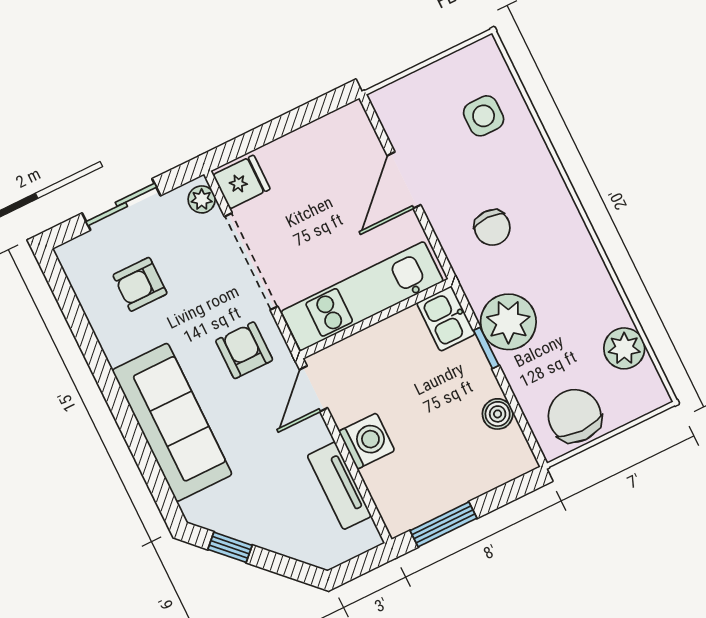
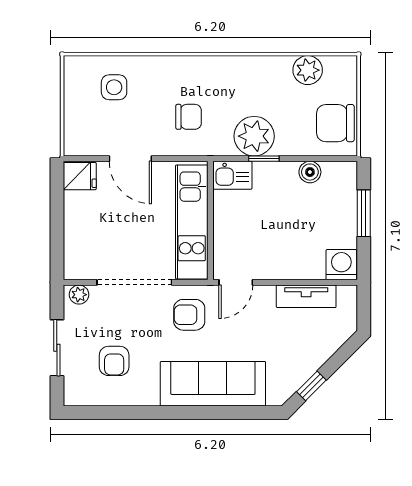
fridge: (242, 182) -> (80, 176), moved, turned 90
door: (313, 389) -> (236, 282), hinge flipped
washing machine: (367, 441) -> (341, 265), moved
window: (444, 524) -> (364, 213), moved

